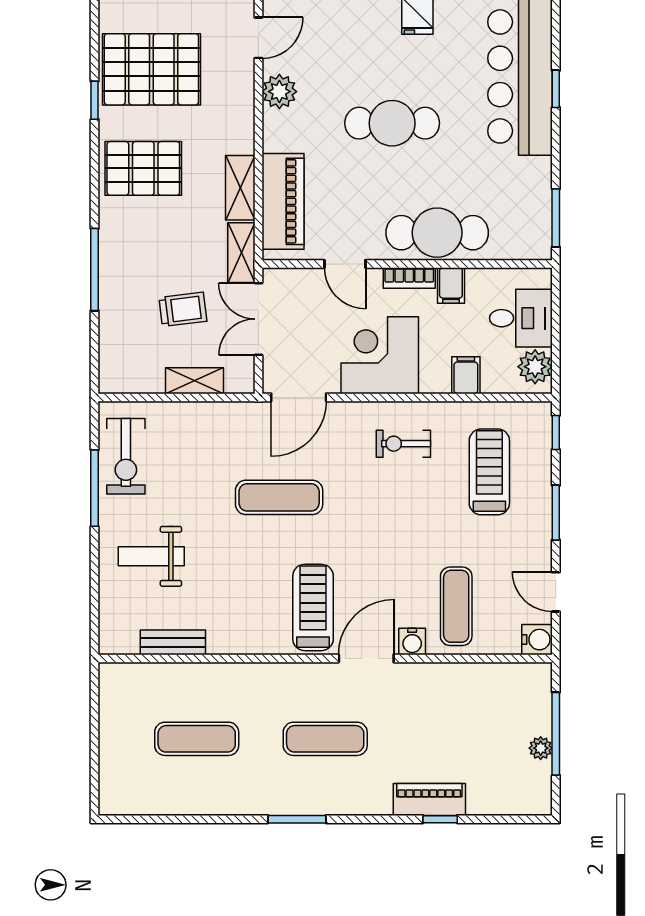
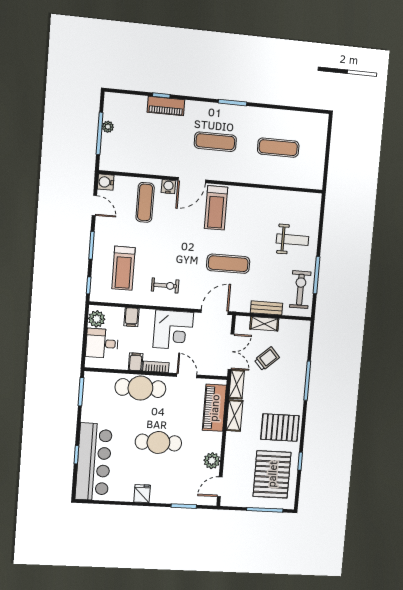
pallet: (151, 69) -> (272, 474), turned 90
trolley: (183, 309) -> (267, 359), turned 145
bench: (173, 642) -> (267, 308), moved

